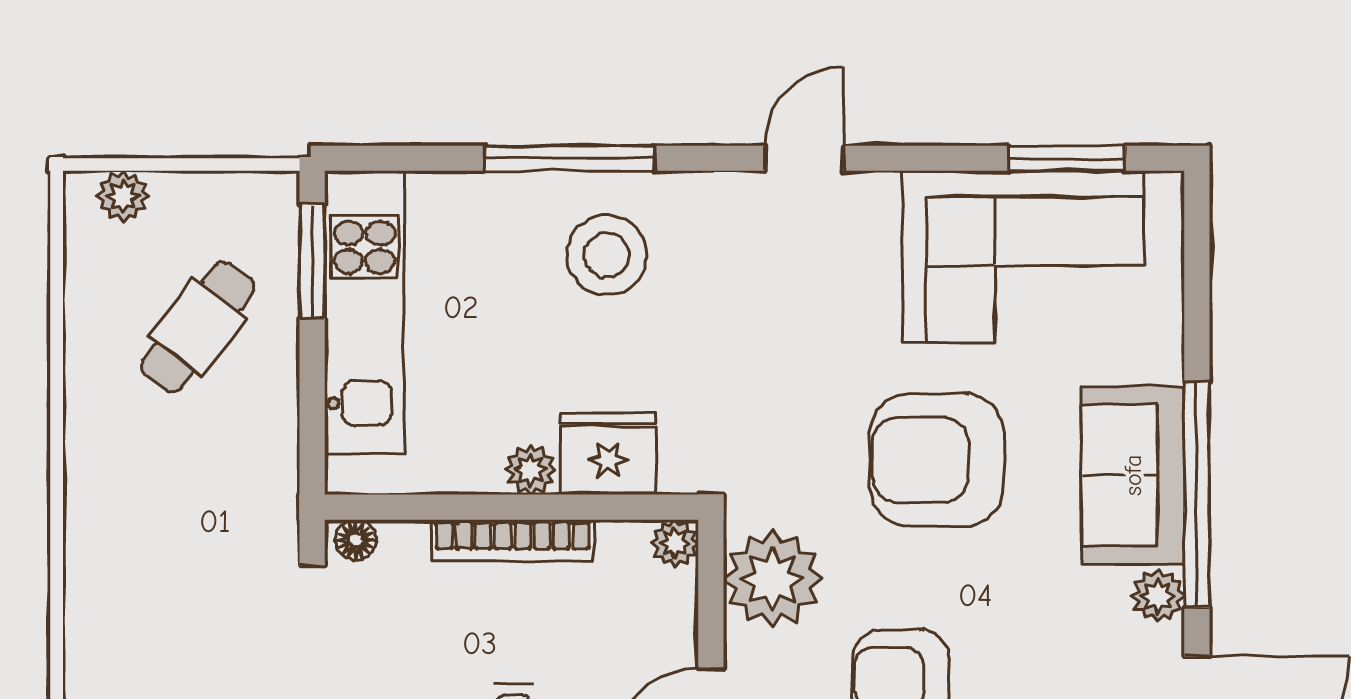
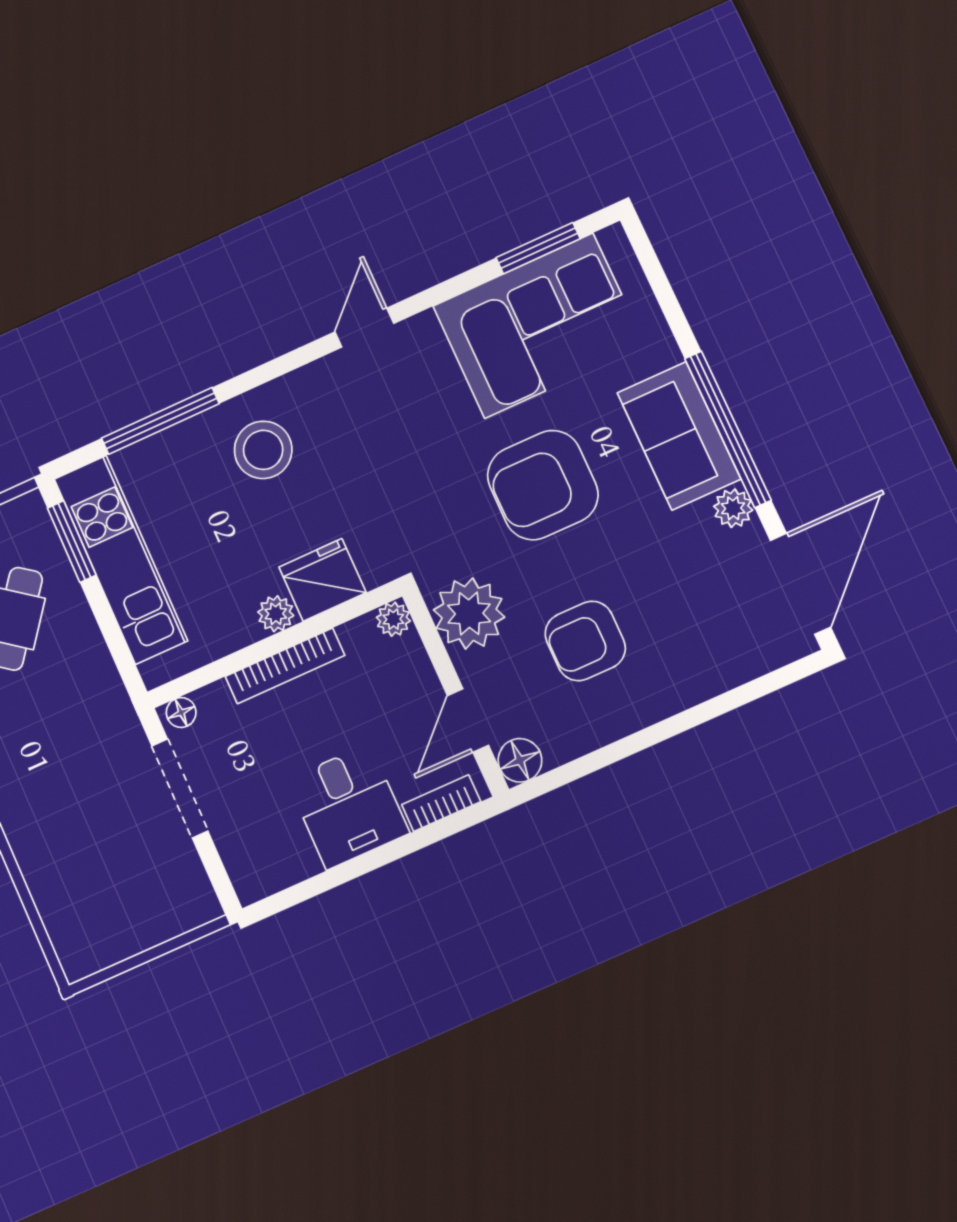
window: (569, 158) -> (160, 421), moved

